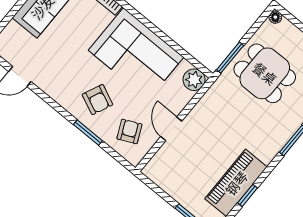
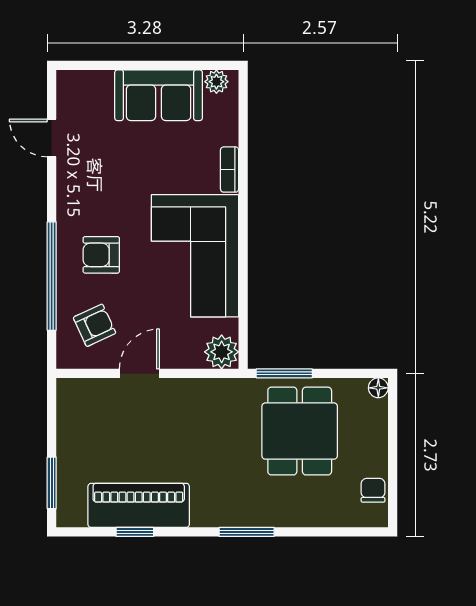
armchair: (97, 100) -> (101, 255), turned 66
window: (88, 133) -> (52, 276), width x2.11

